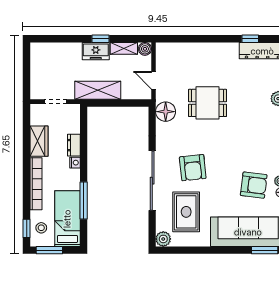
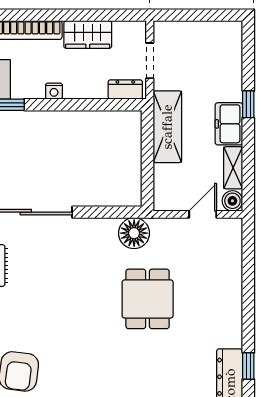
window: (101, 39) -> (248, 104), moved
door: (154, 80) -> (203, 214), moved
dresser: (74, 145) -> (125, 89), moved
armchair: (193, 168) -> (46, 276), removed

